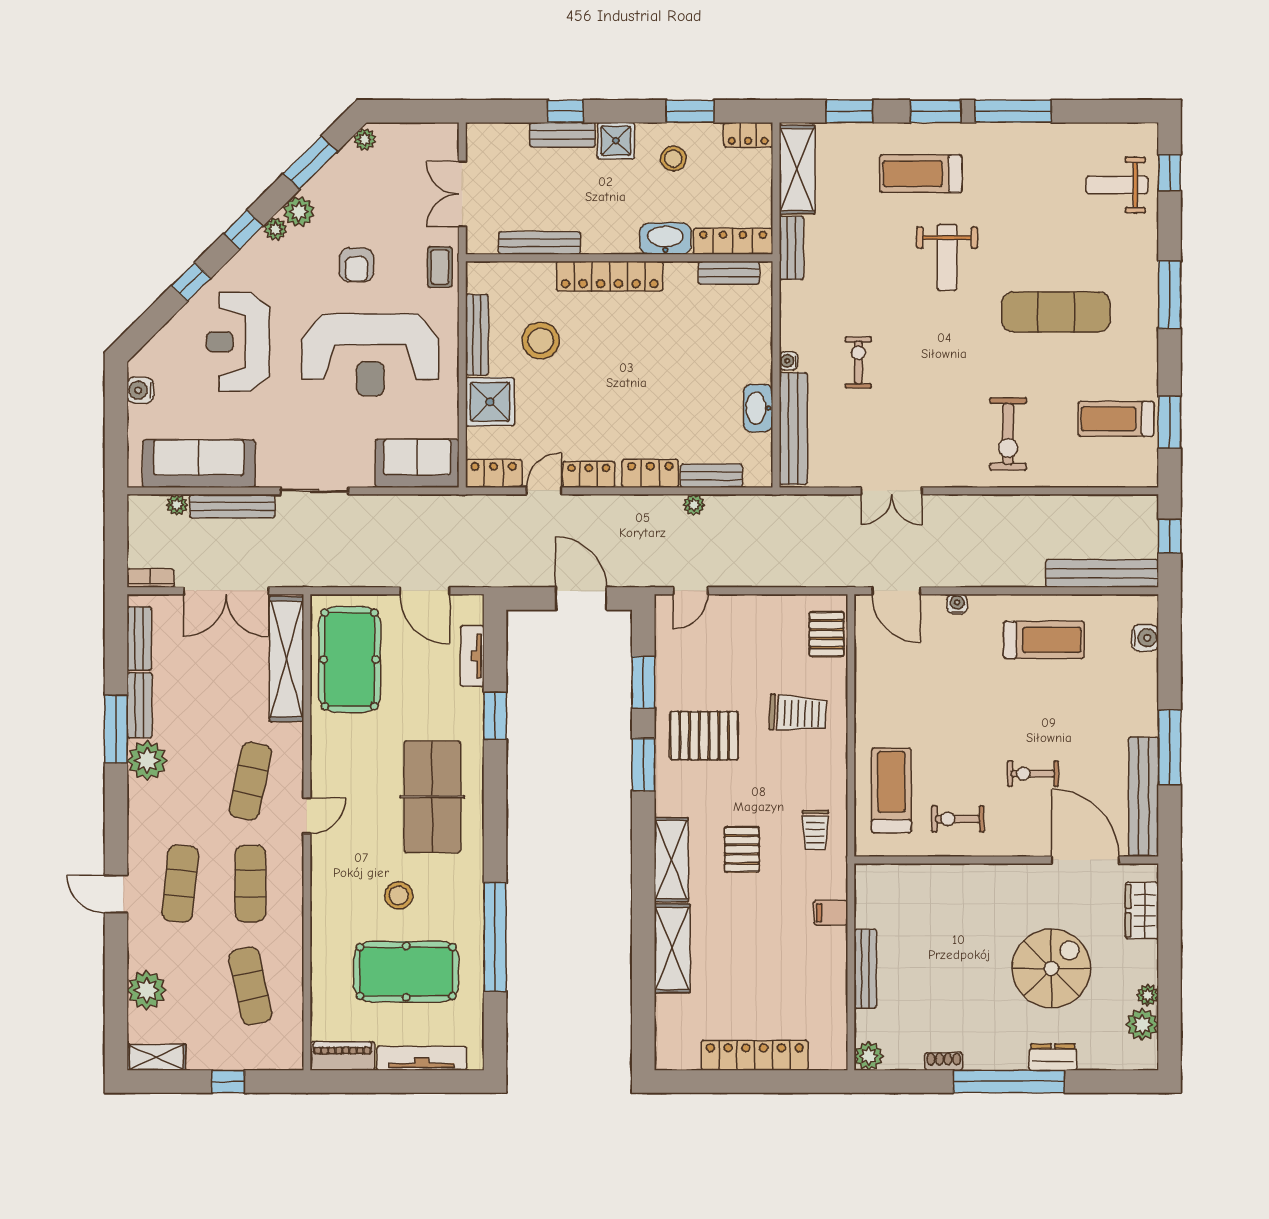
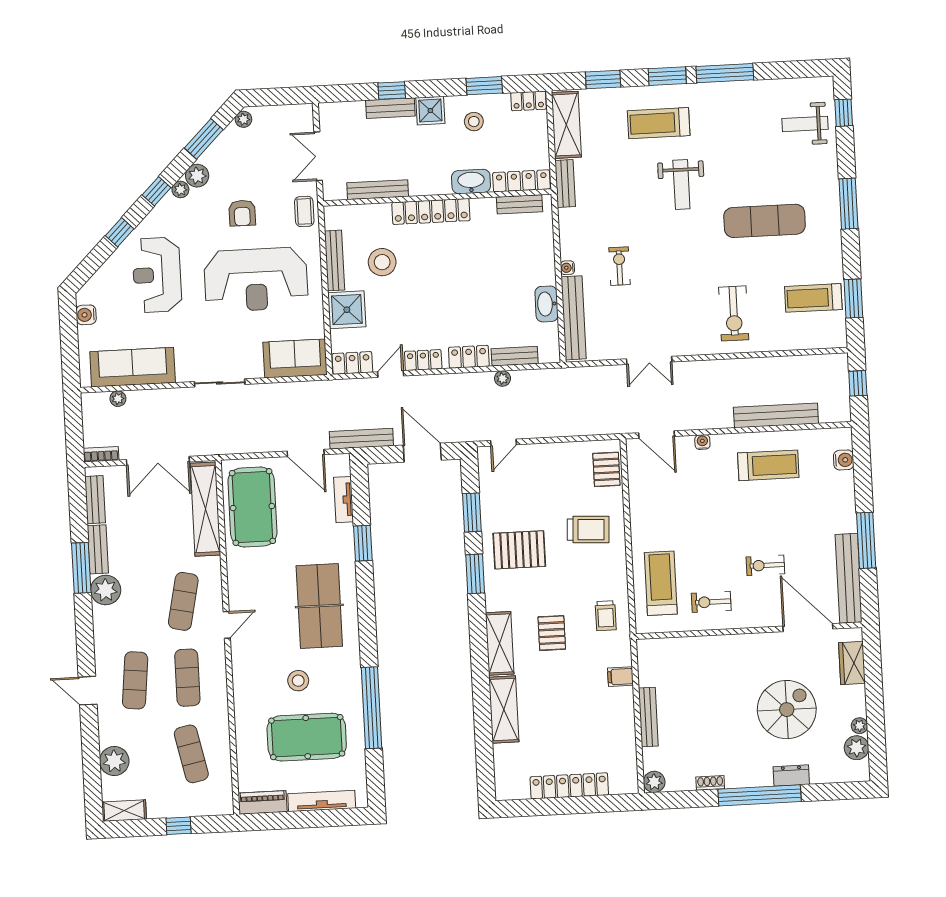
bench: (232, 506) -> (361, 439), moved
bench: (1102, 573) -> (776, 415), moved

